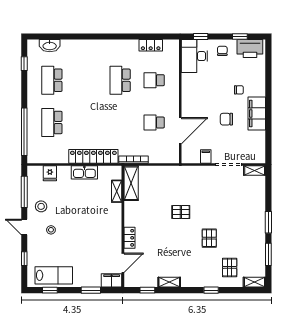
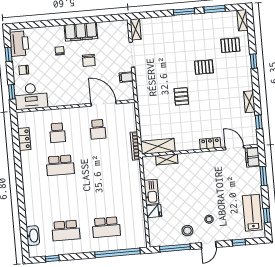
locker: (93, 156) -> (135, 185), removed
fridge: (50, 173) -> (154, 211), moved

